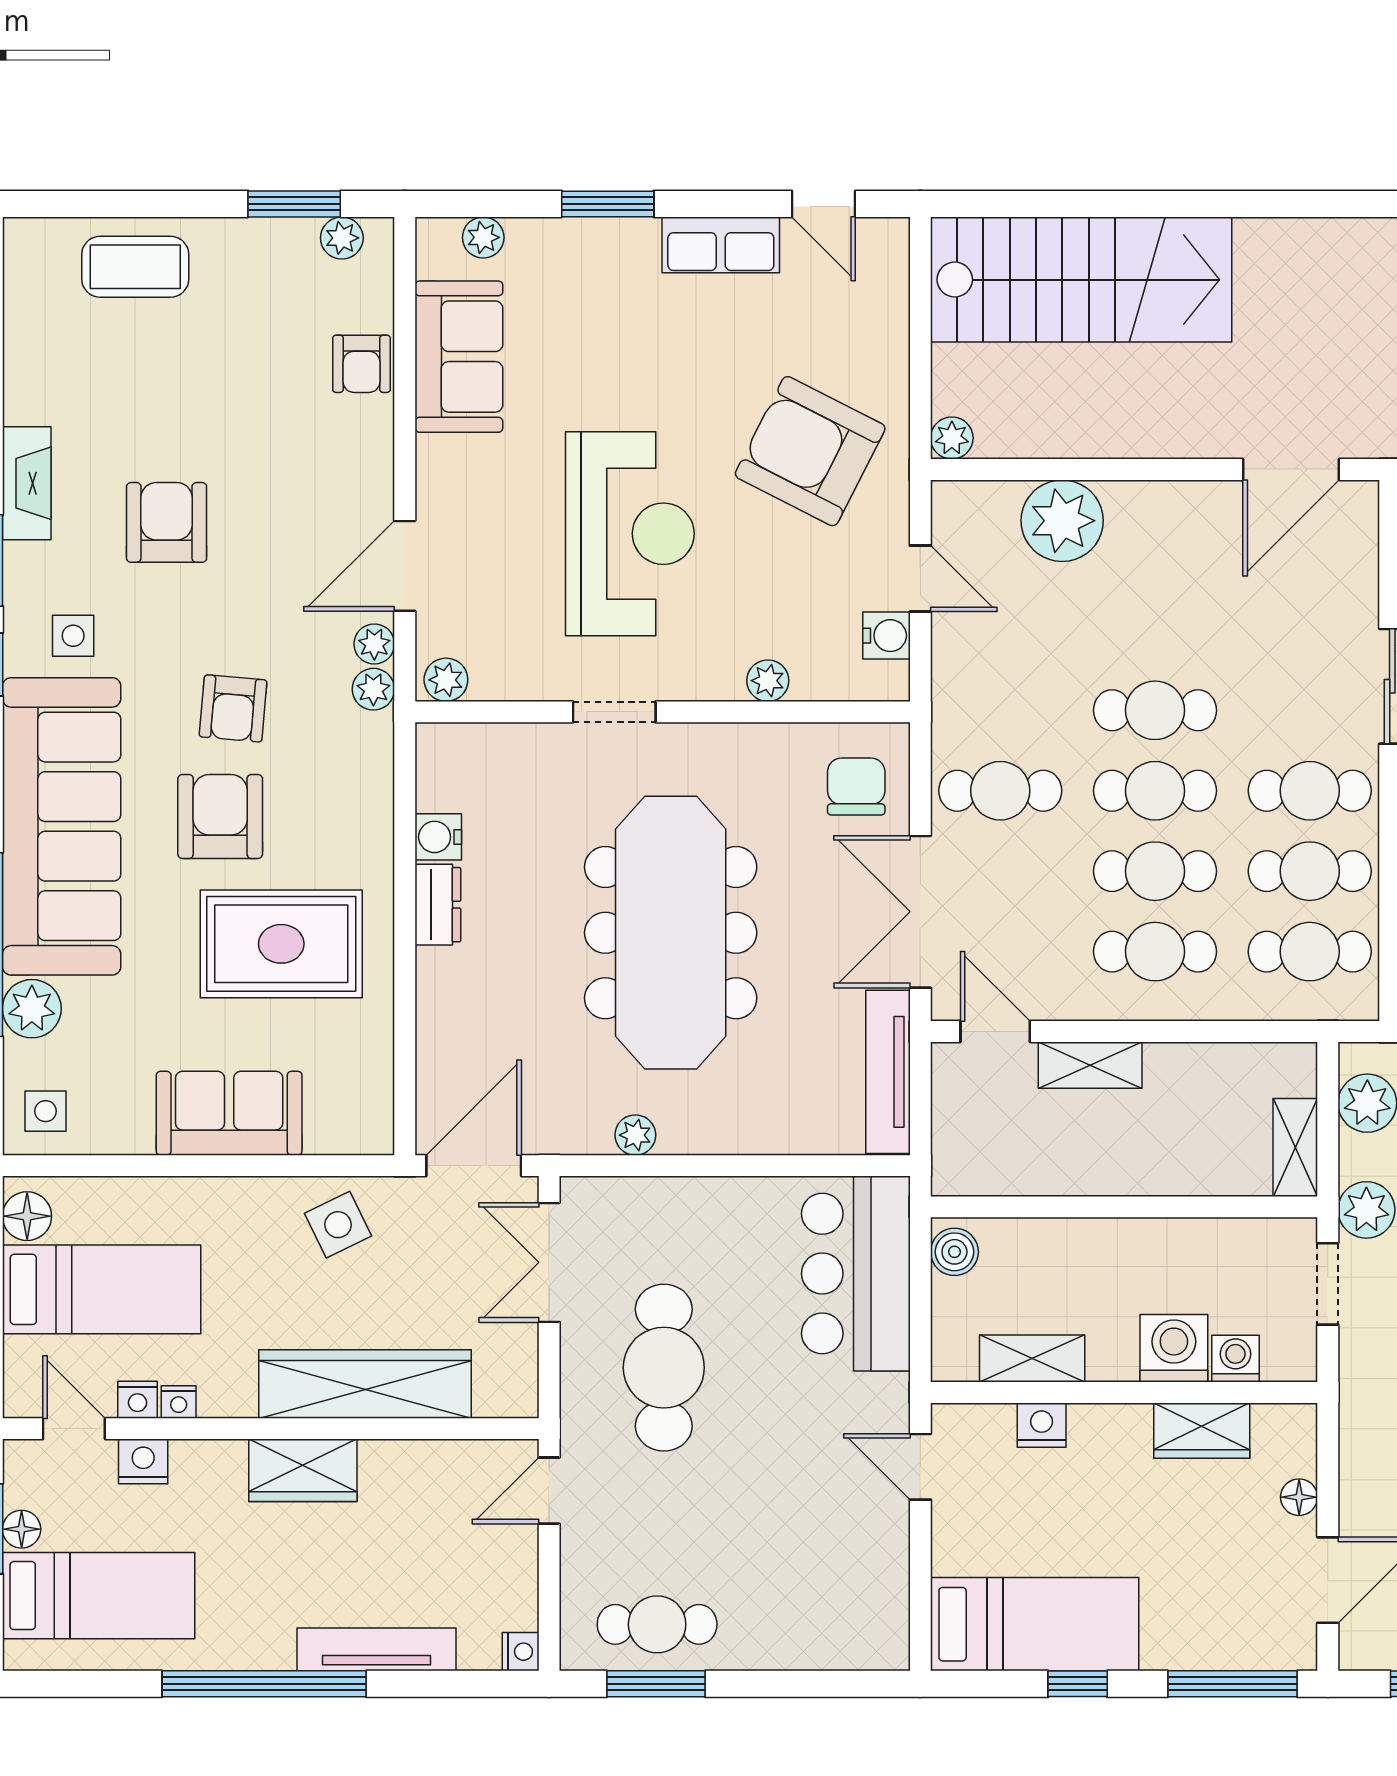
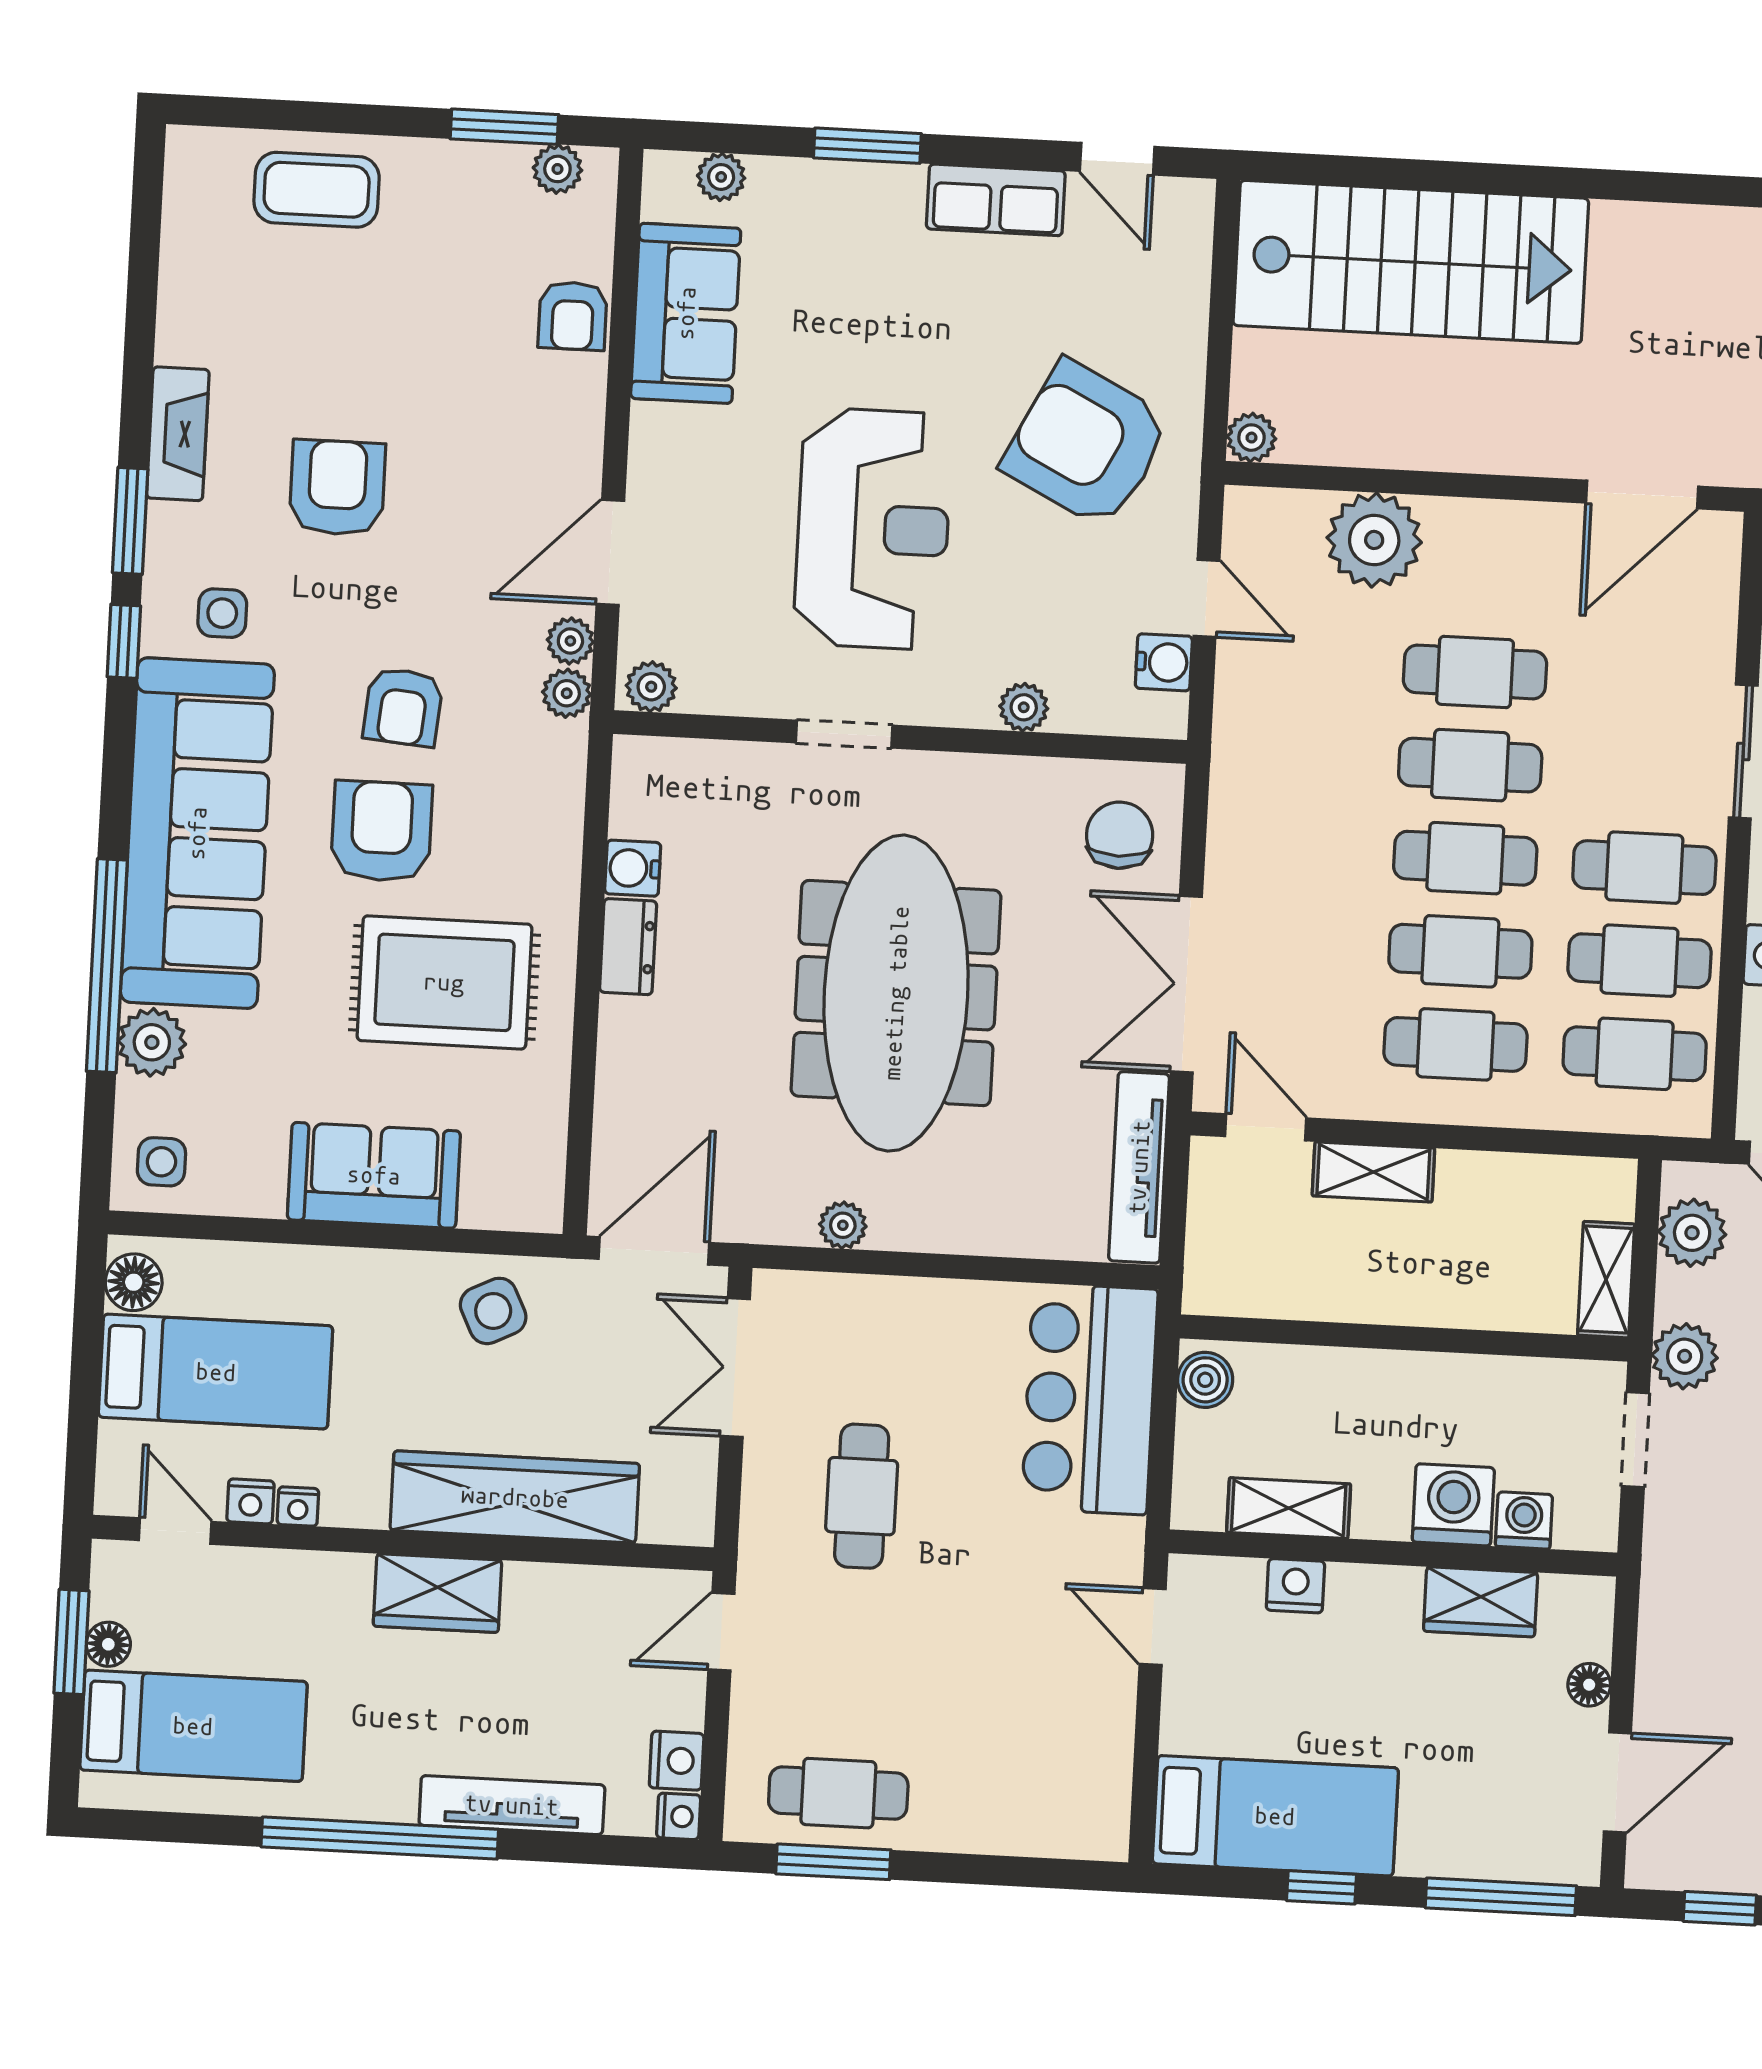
cafe table: (1000, 791) -> (1475, 672), moved
cafe table: (664, 1368) -> (862, 1496), width x0.73, depth x0.74
nightstand: (143, 1461) -> (677, 1761), moved, turned 90

